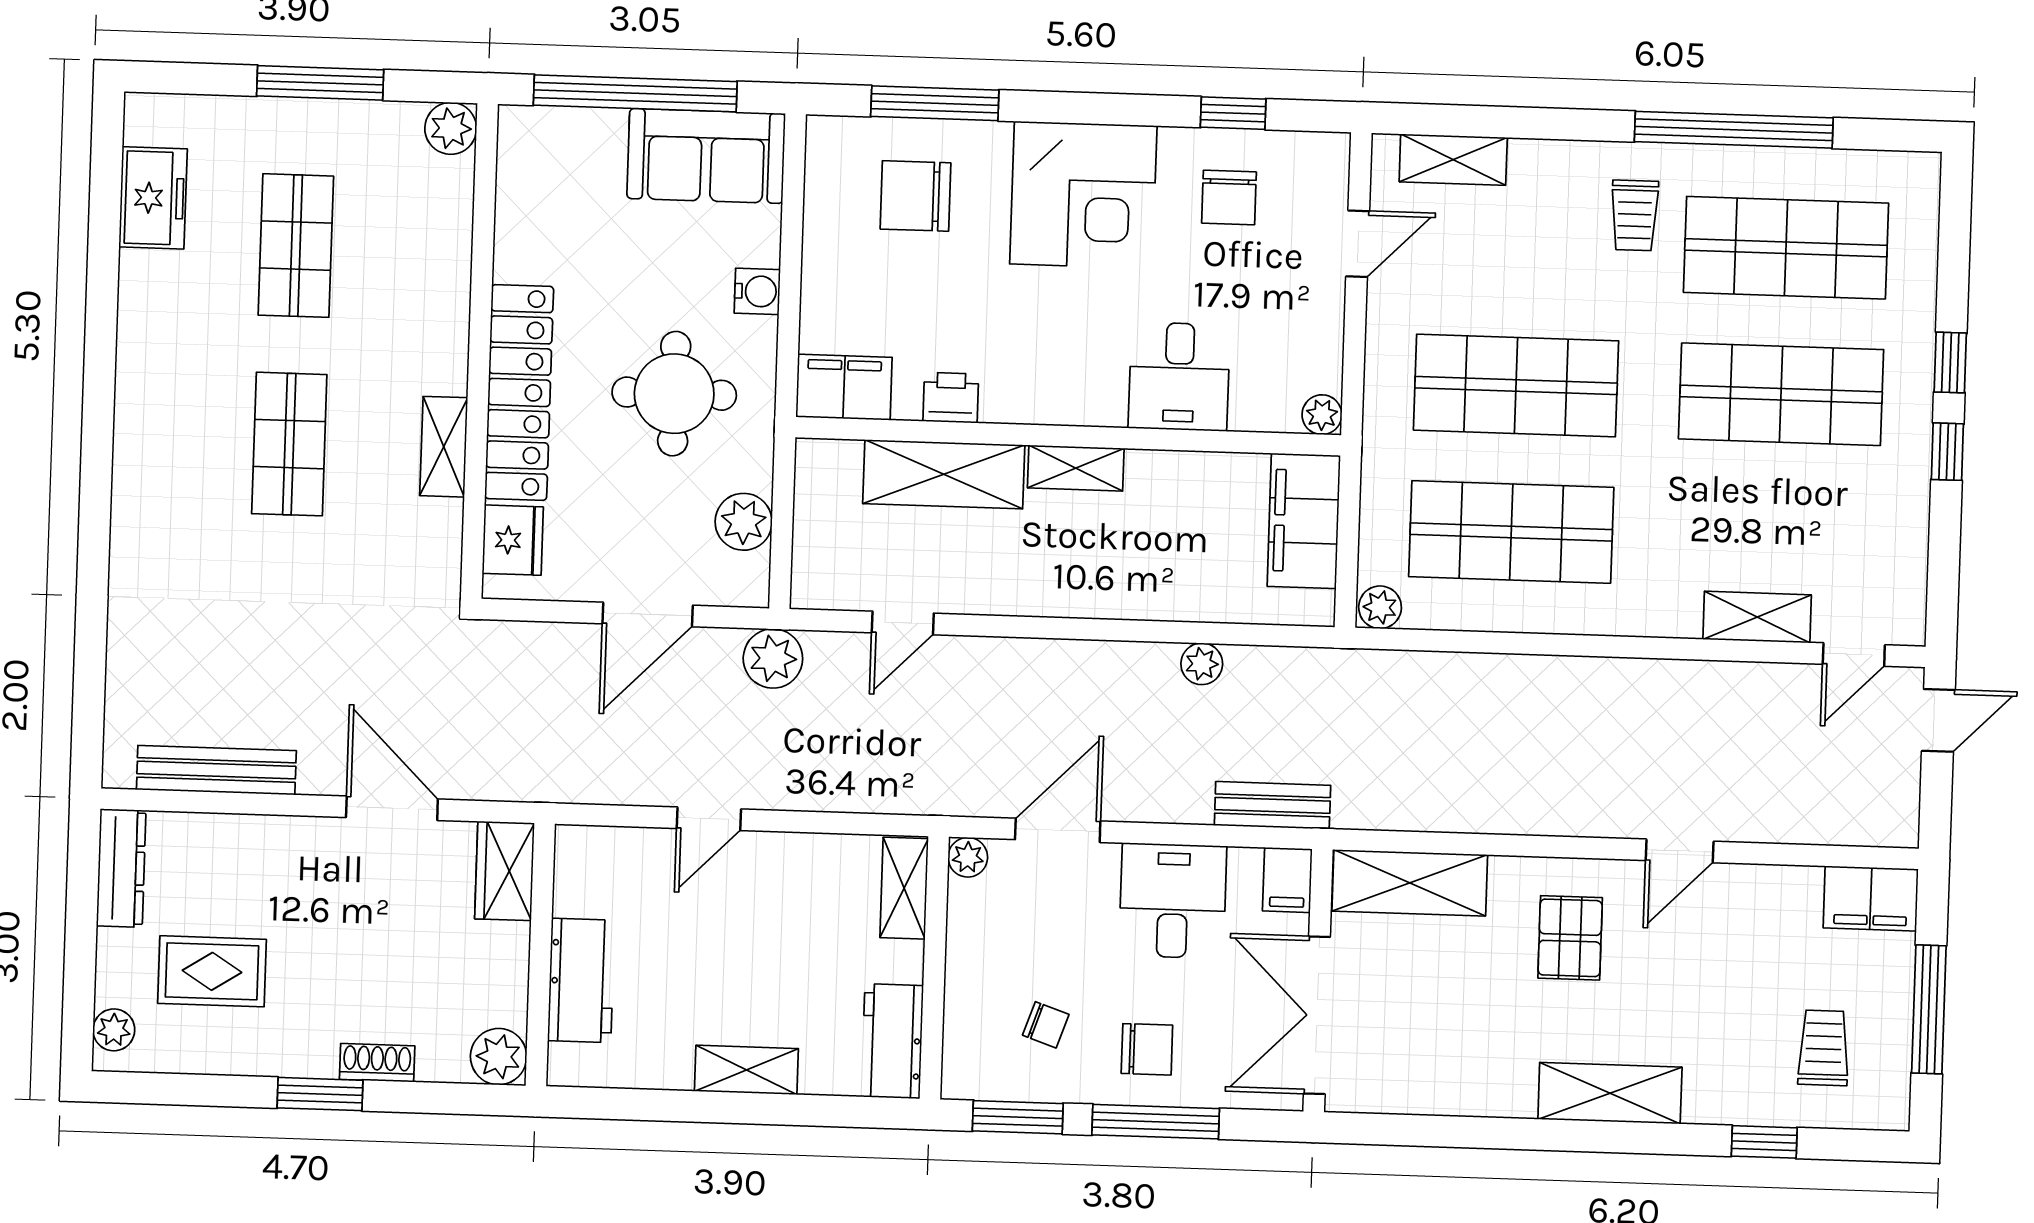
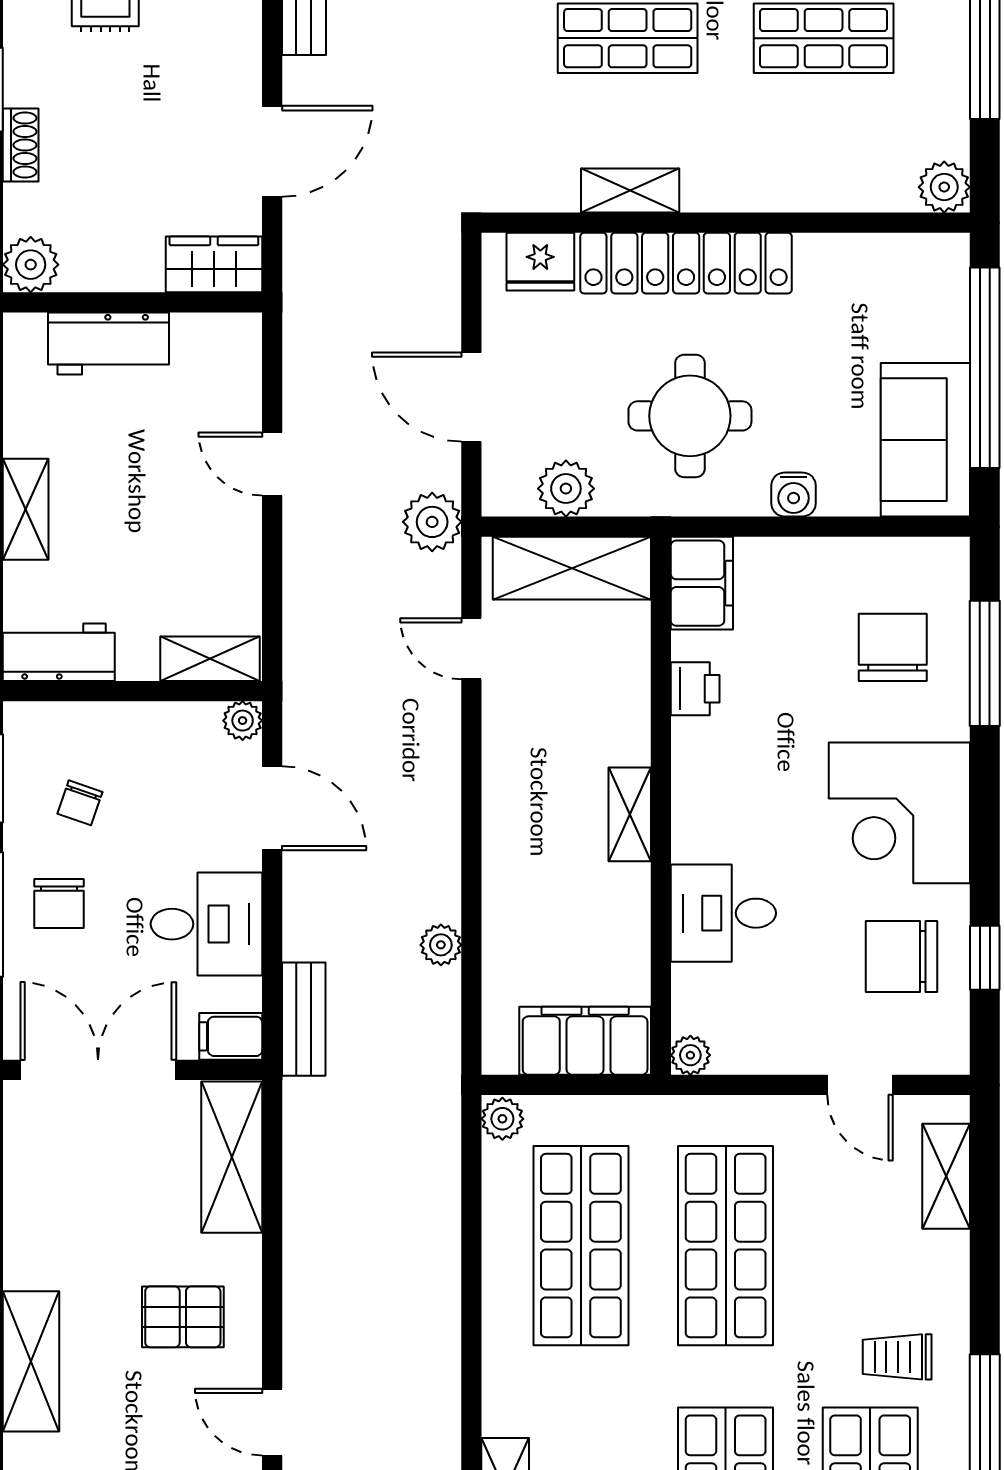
chair: (1229, 198) -> (901, 956), width x1.37, depth x1.37
shelving: (944, 474) -> (572, 568), moved, turned 90

